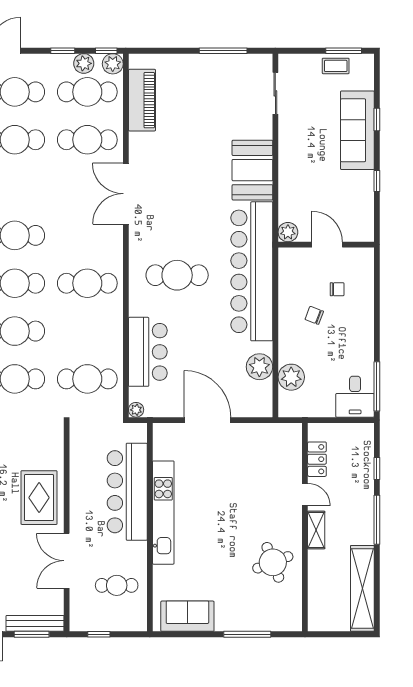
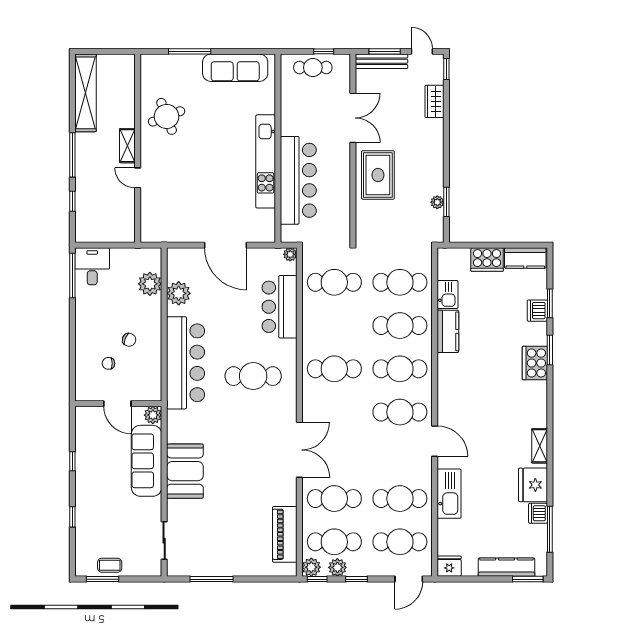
sofa: (357, 130) -> (147, 461), moved, turned 180
bar counter: (252, 271) -> (186, 363), width x0.73
locker: (317, 459) -> (127, 210), removed
cafe table: (117, 585) -> (313, 68), moved
sofa: (187, 616) -> (235, 68), width x1.36

